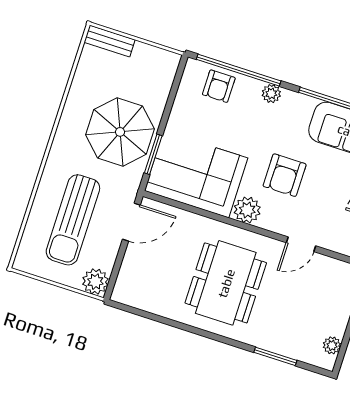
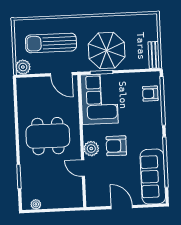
bench: (110, 41) -> (154, 55), moved
plant: (271, 94) -> (157, 123), removed
plant: (247, 210) -> (91, 149), moved

